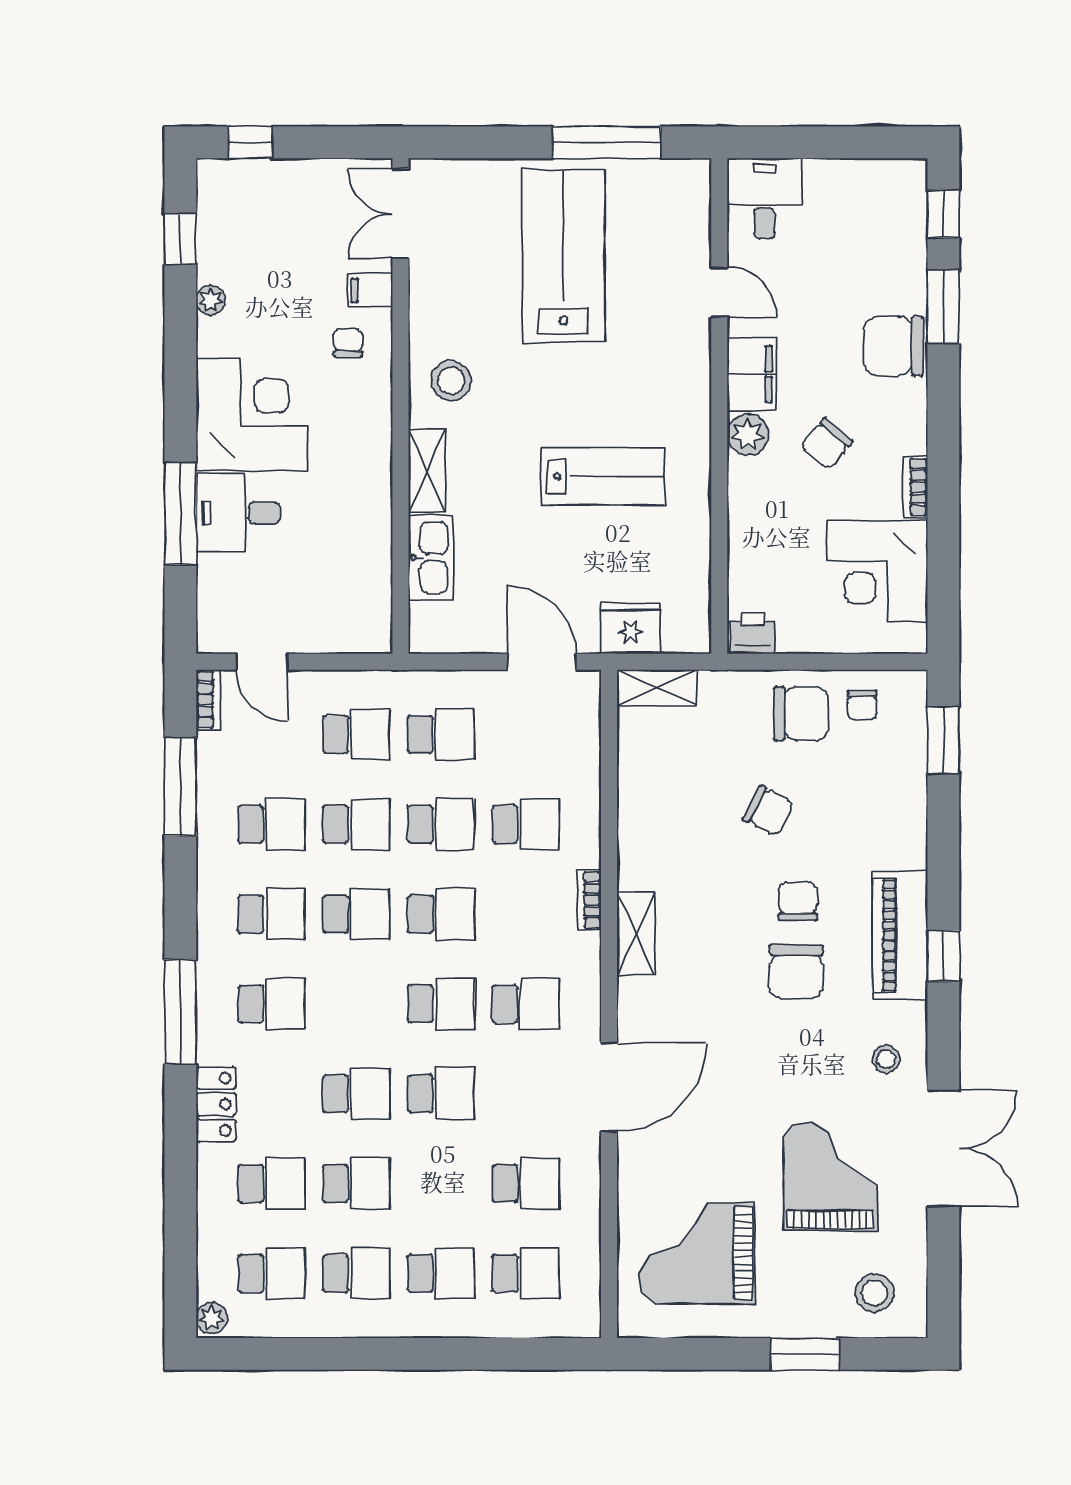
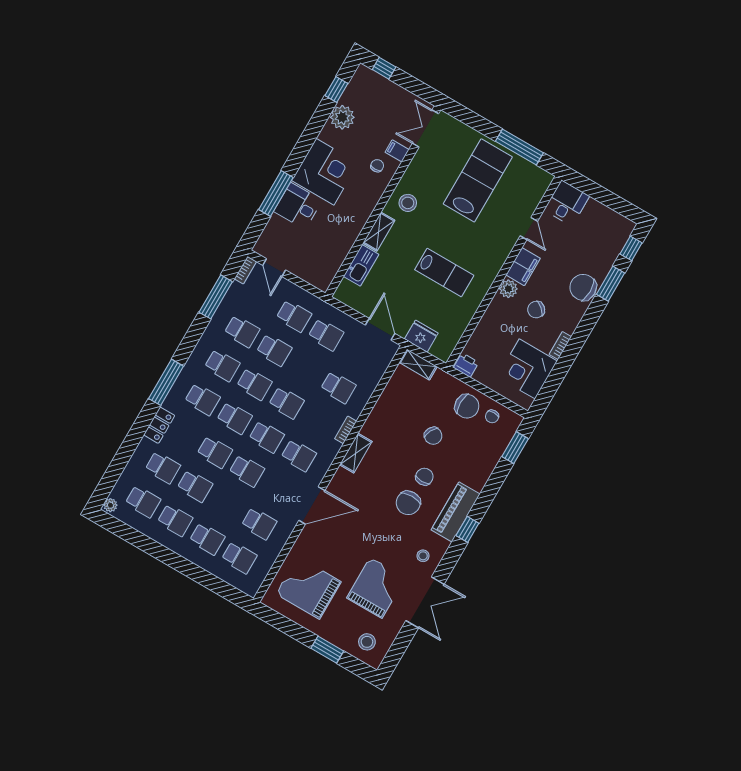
plant: (211, 300) -> (342, 117), width x1.87, depth x1.87
school desk: (441, 824) -> (234, 418), moved

